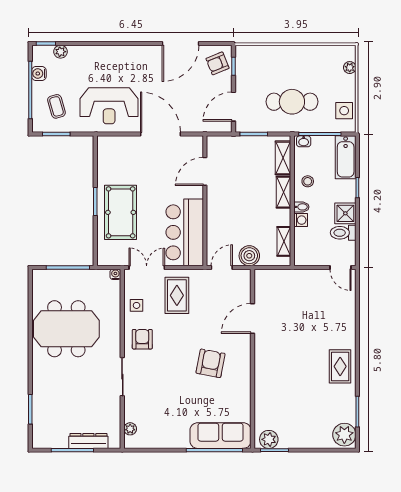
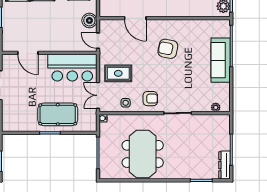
armchair: (142, 339) -> (150, 99), turned 180
sofa: (220, 436) -> (221, 60), moved
dresser: (88, 441) -> (224, 165), moved

